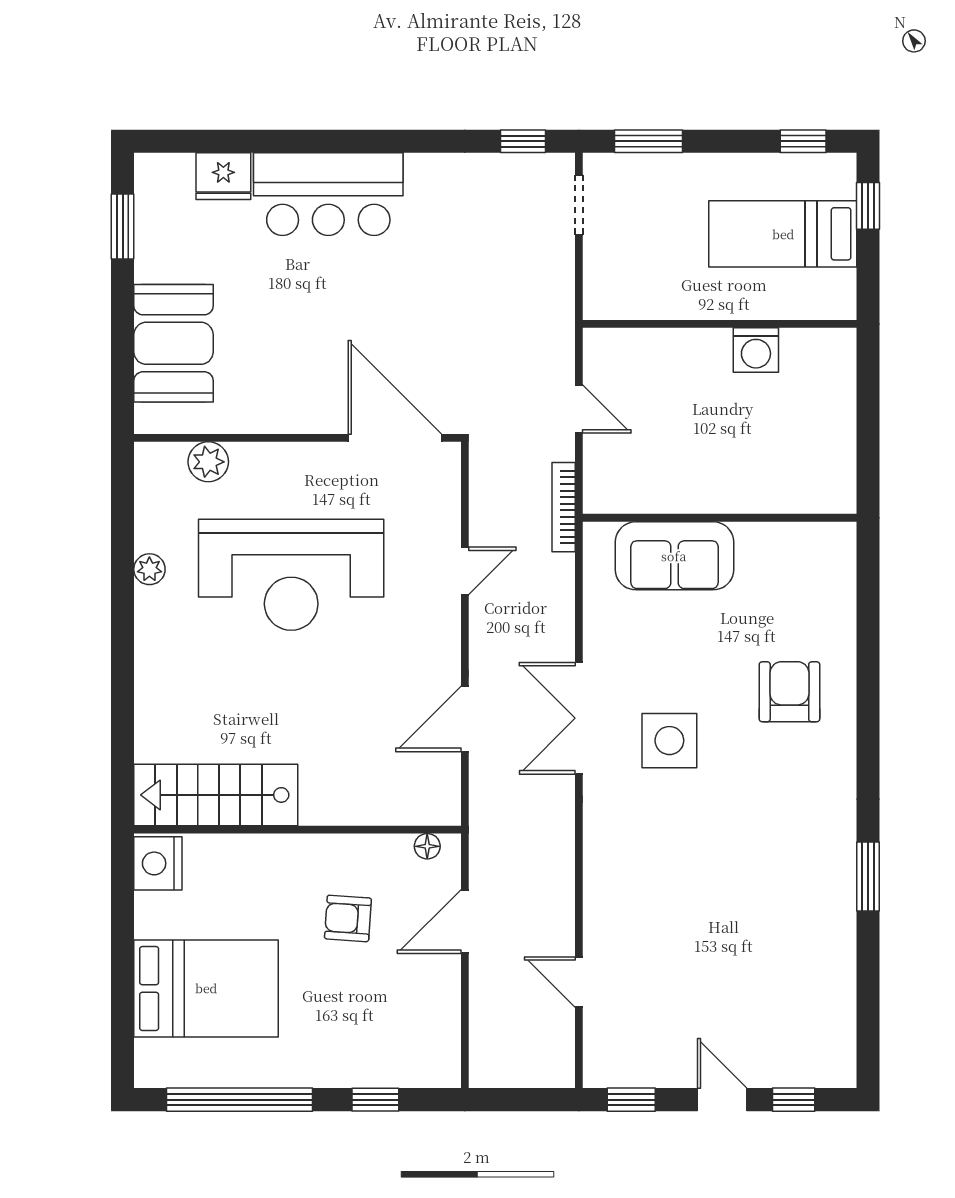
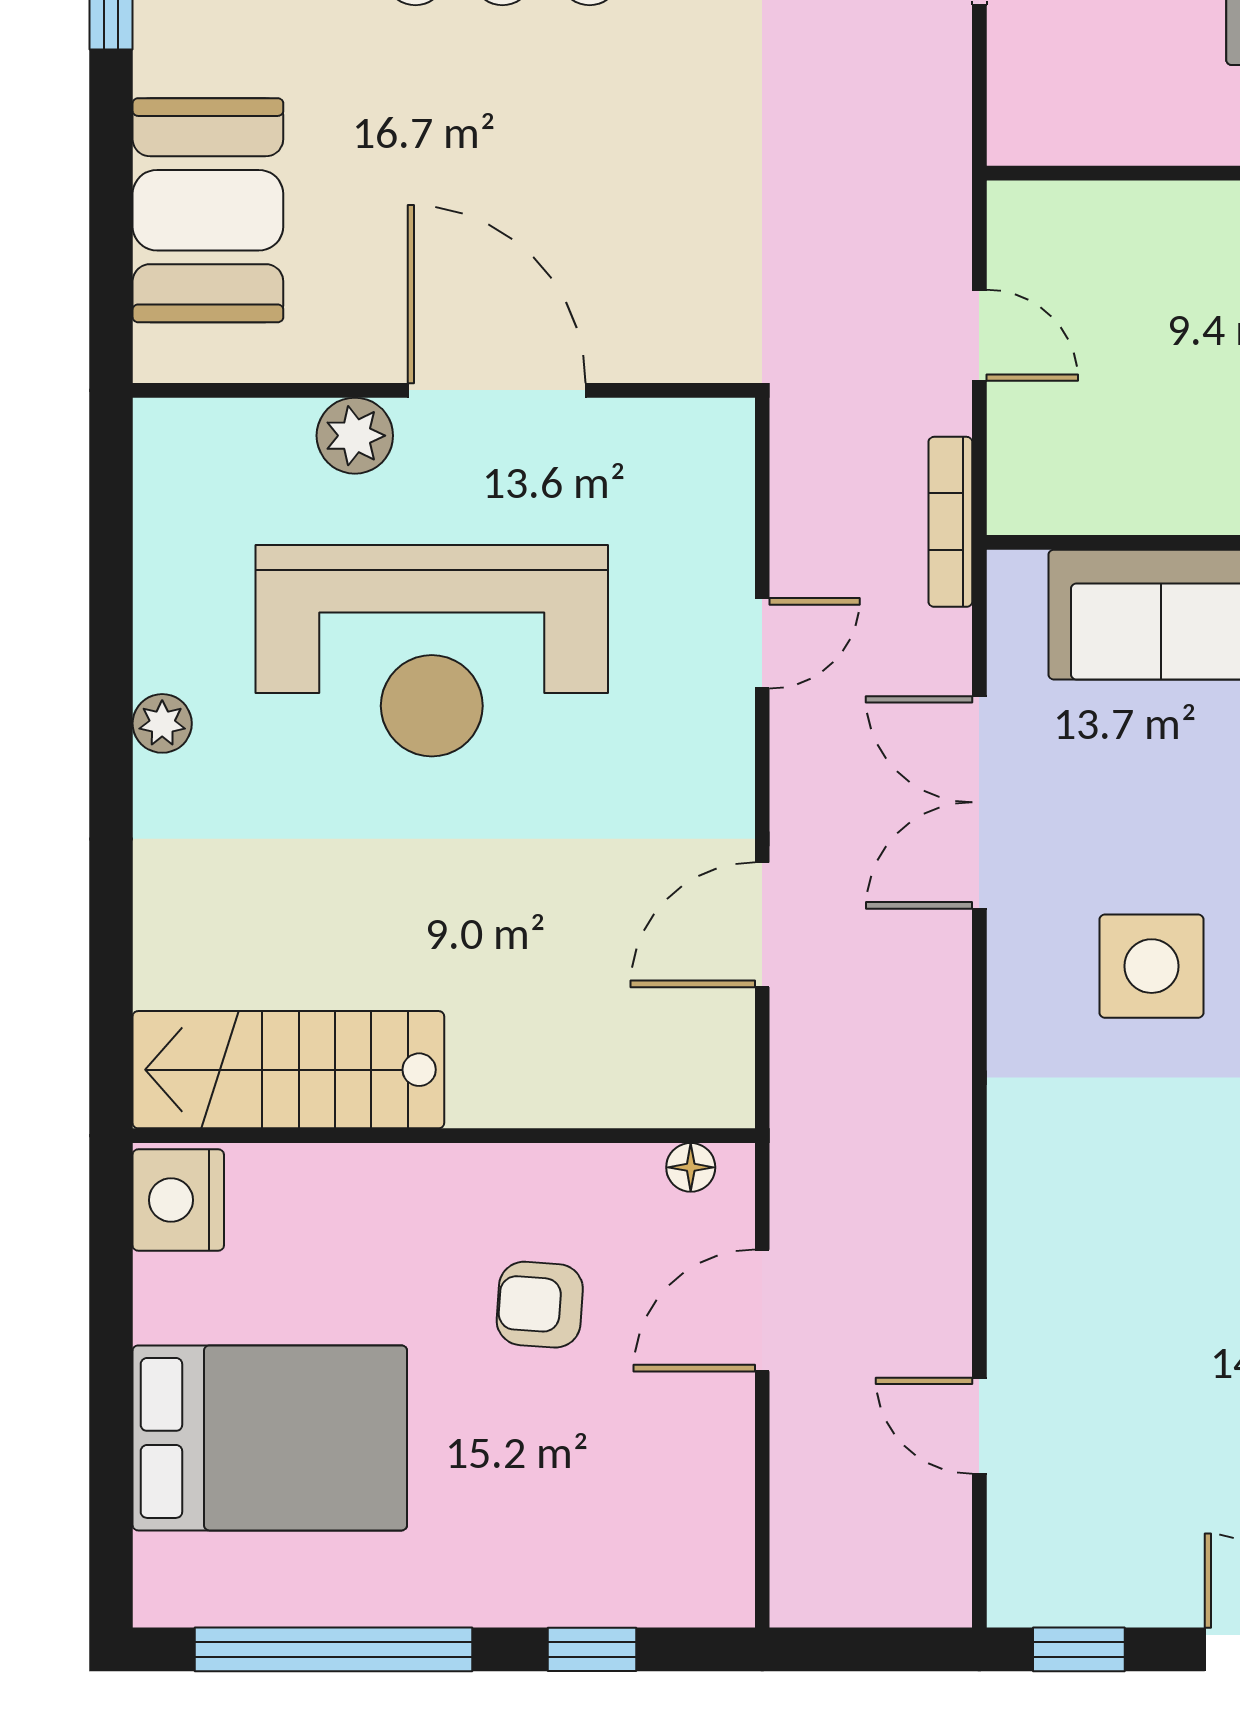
door: (395, 438) -> (497, 390), moved
plant: (208, 462) -> (355, 436), moved
plant: (149, 569) -> (162, 723), moved
double door: (579, 718) -> (979, 802), moved

